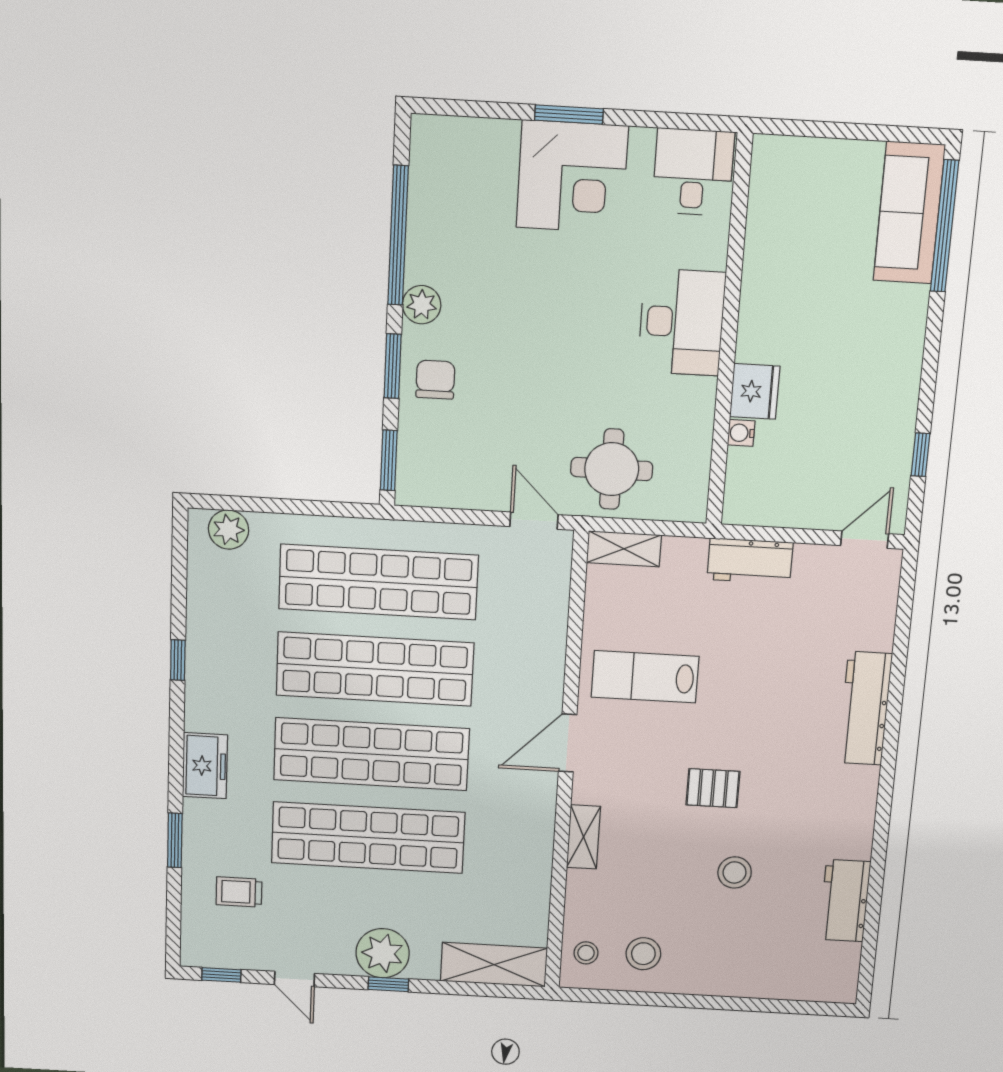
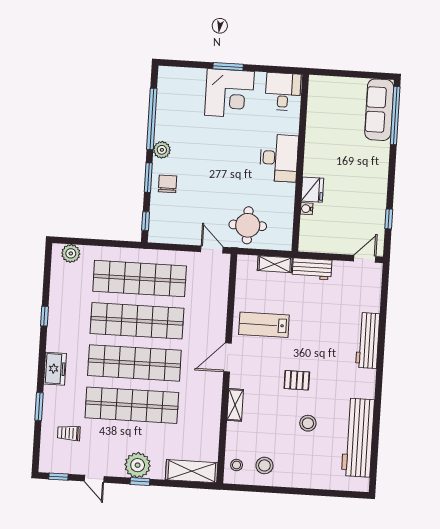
window: (389, 460) -> (146, 221), width x0.67
shelving: (624, 549) -> (275, 264), moved
workbench: (845, 901) -> (358, 438), width x1.88, depth x1.32

